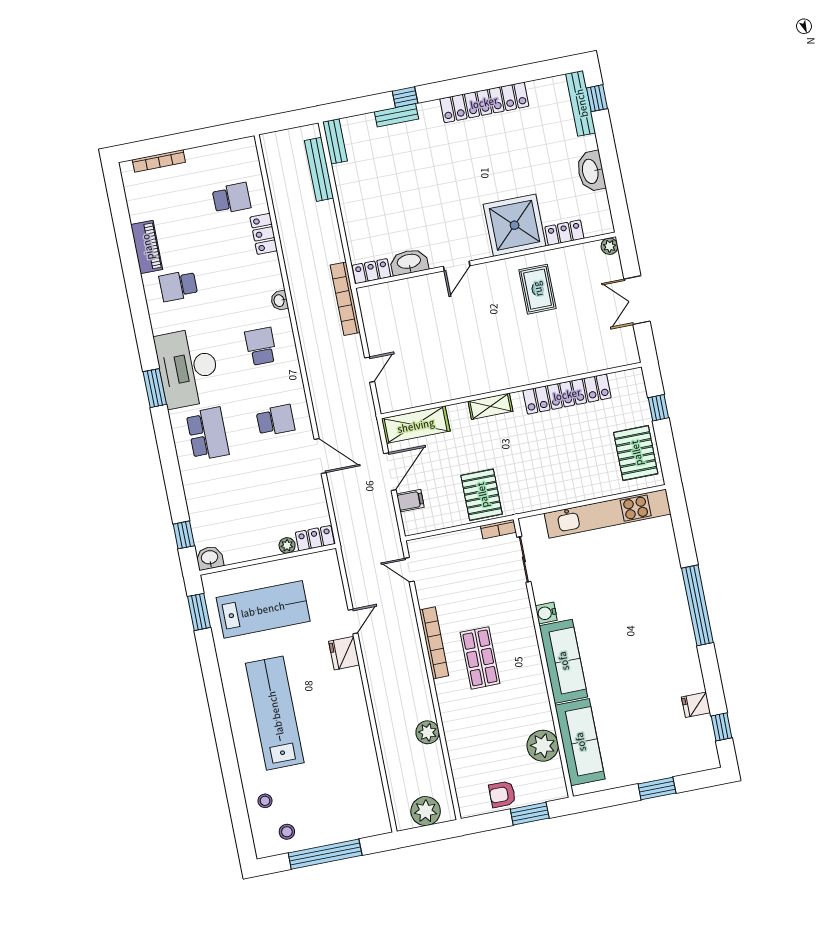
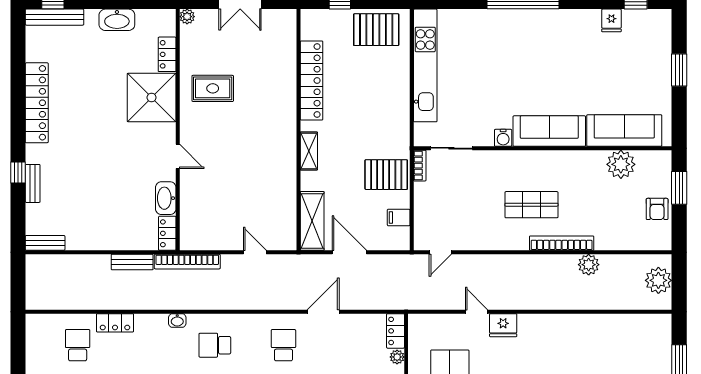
bench: (319, 169) -> (132, 262), moved, width x0.73
filing cabinet: (410, 501) -> (399, 217), moved, turned -90
bookcase: (434, 643) -> (562, 243), moved

